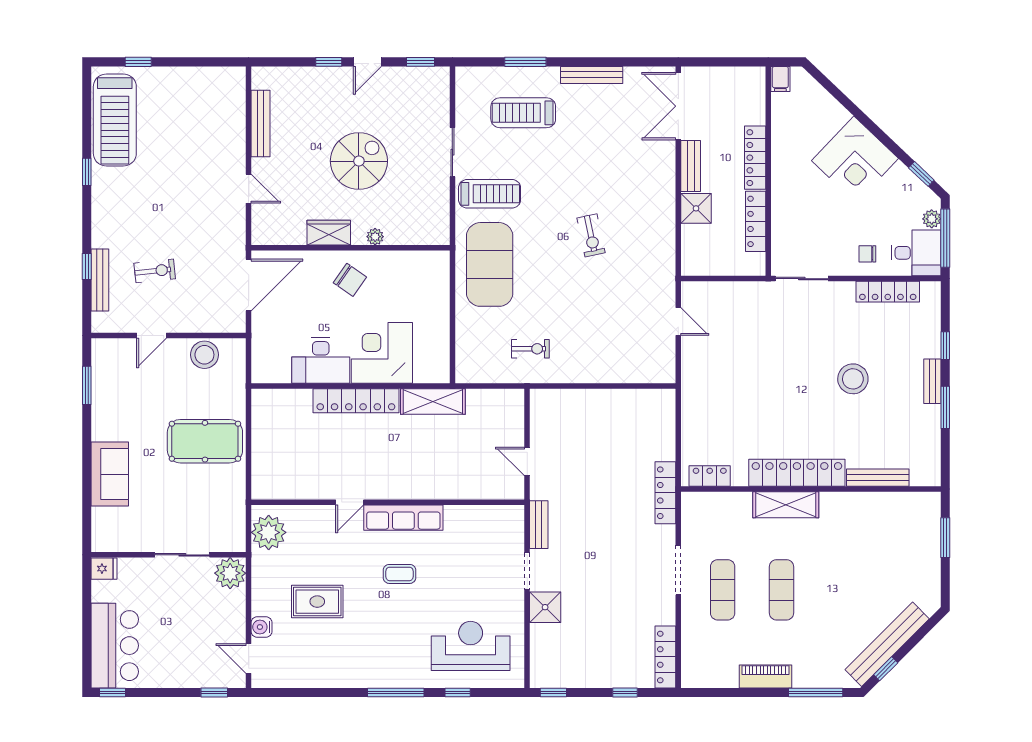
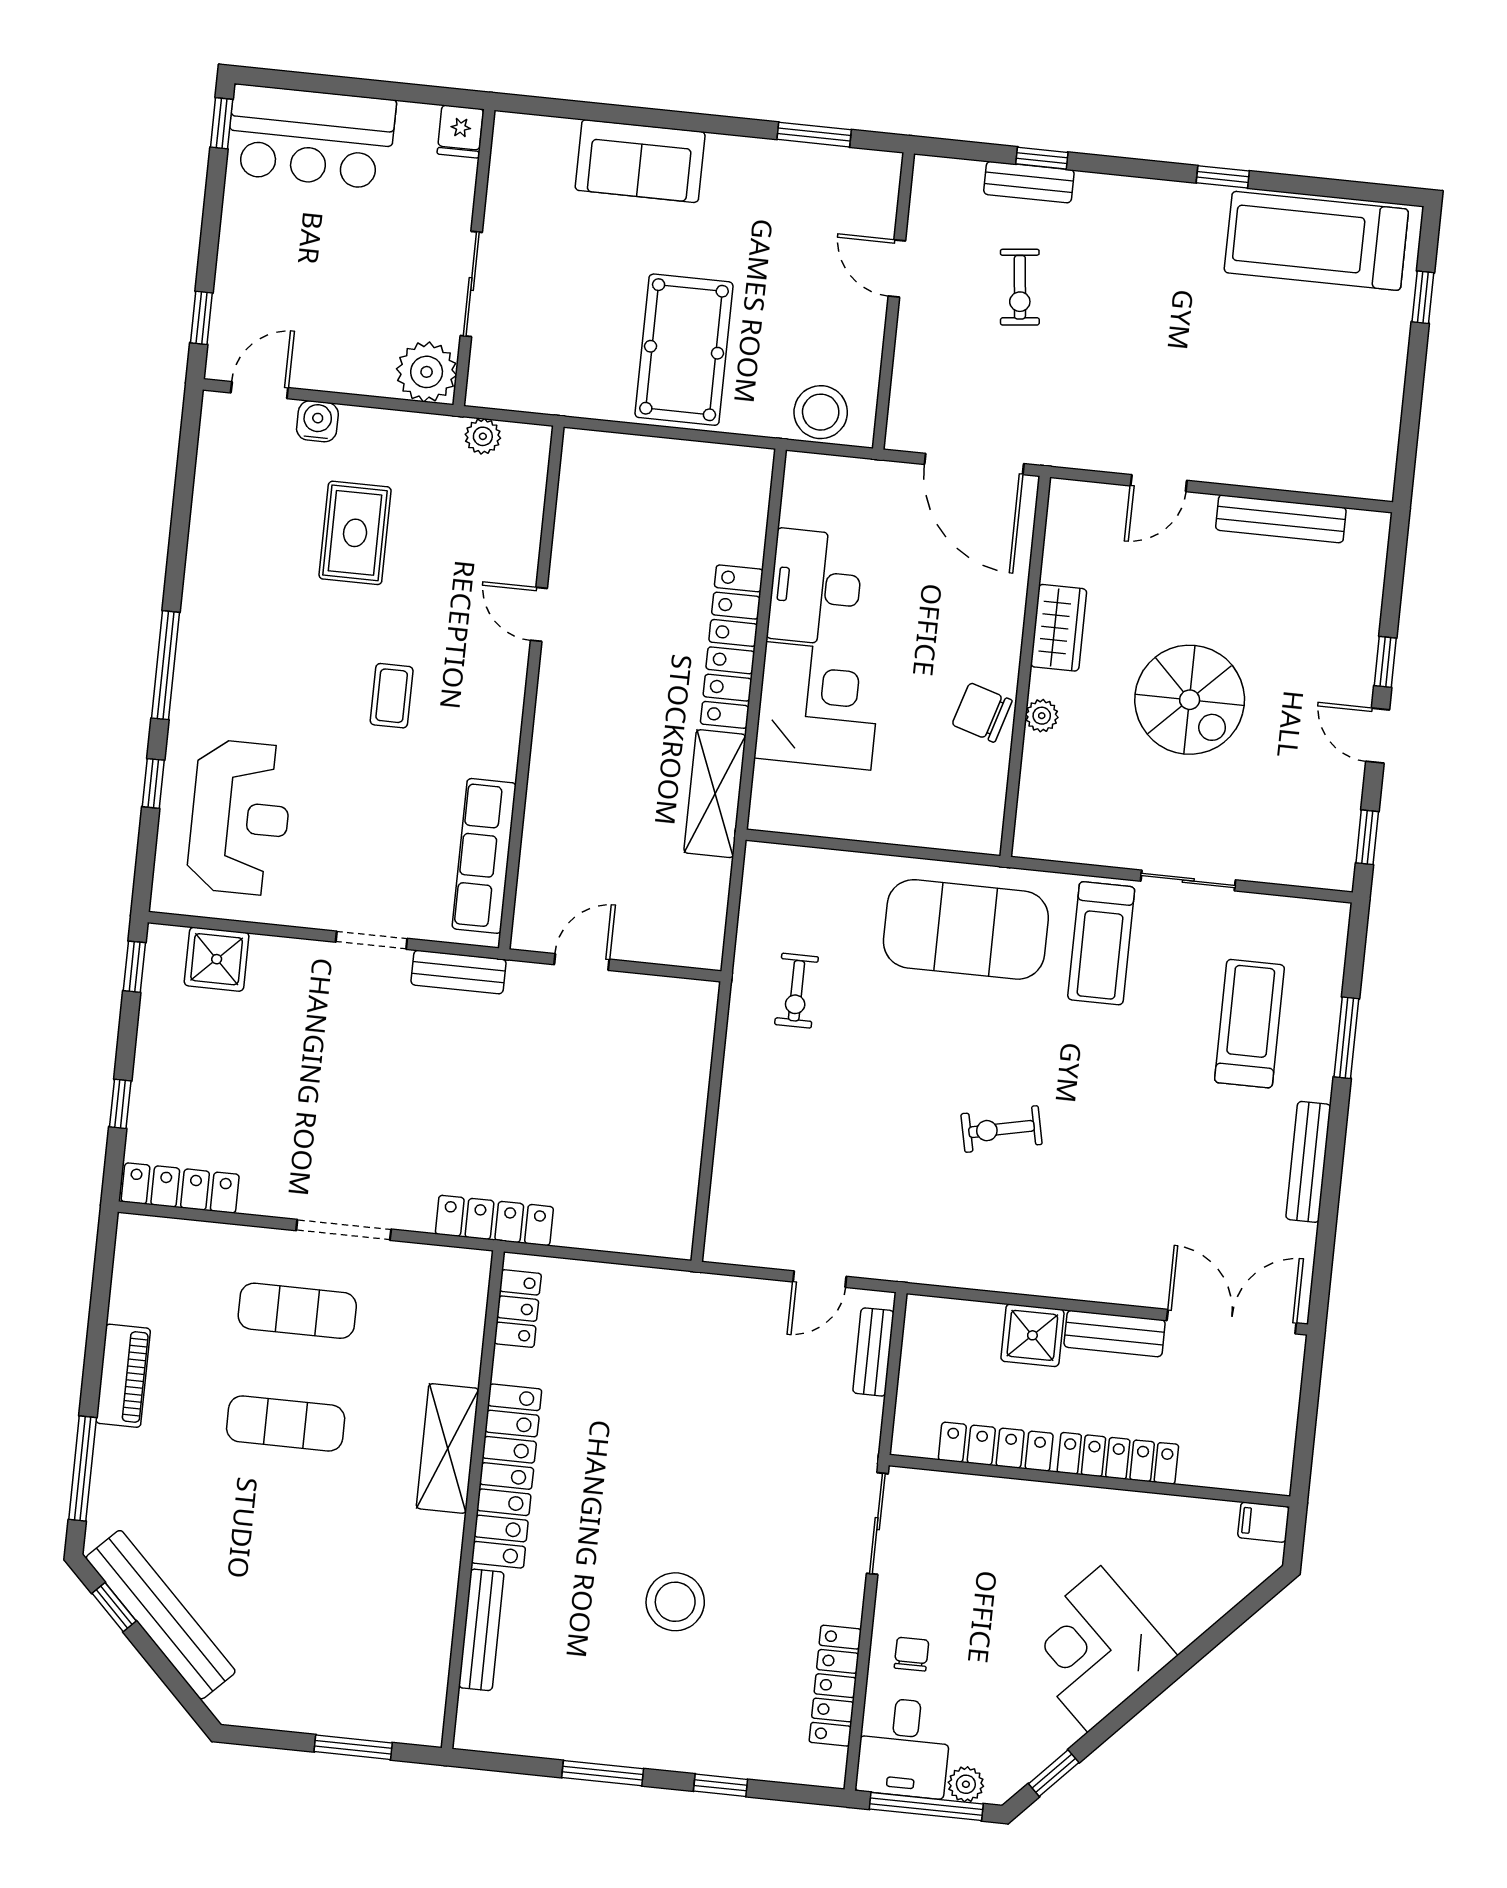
bench: (100, 280) -> (1029, 182), width x0.73
chair: (350, 280) -> (982, 713), moved, turned 72
stool: (204, 355) -> (821, 412), moved
bench: (932, 381) -> (873, 1352), moved, turned 90
row of seats: (403, 518) -> (484, 856), moved
plant: (269, 532) -> (483, 436), width x0.53, depth x0.53
shower: (545, 607) -> (217, 959), moved

